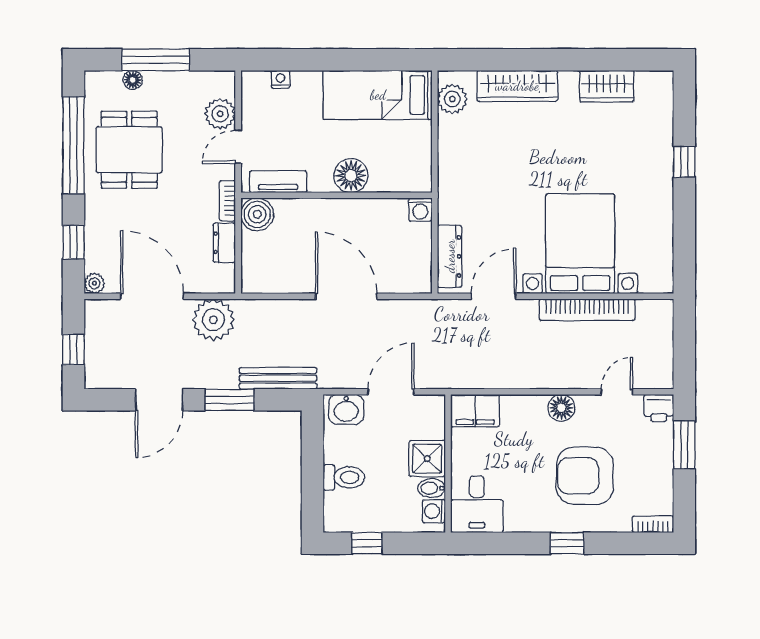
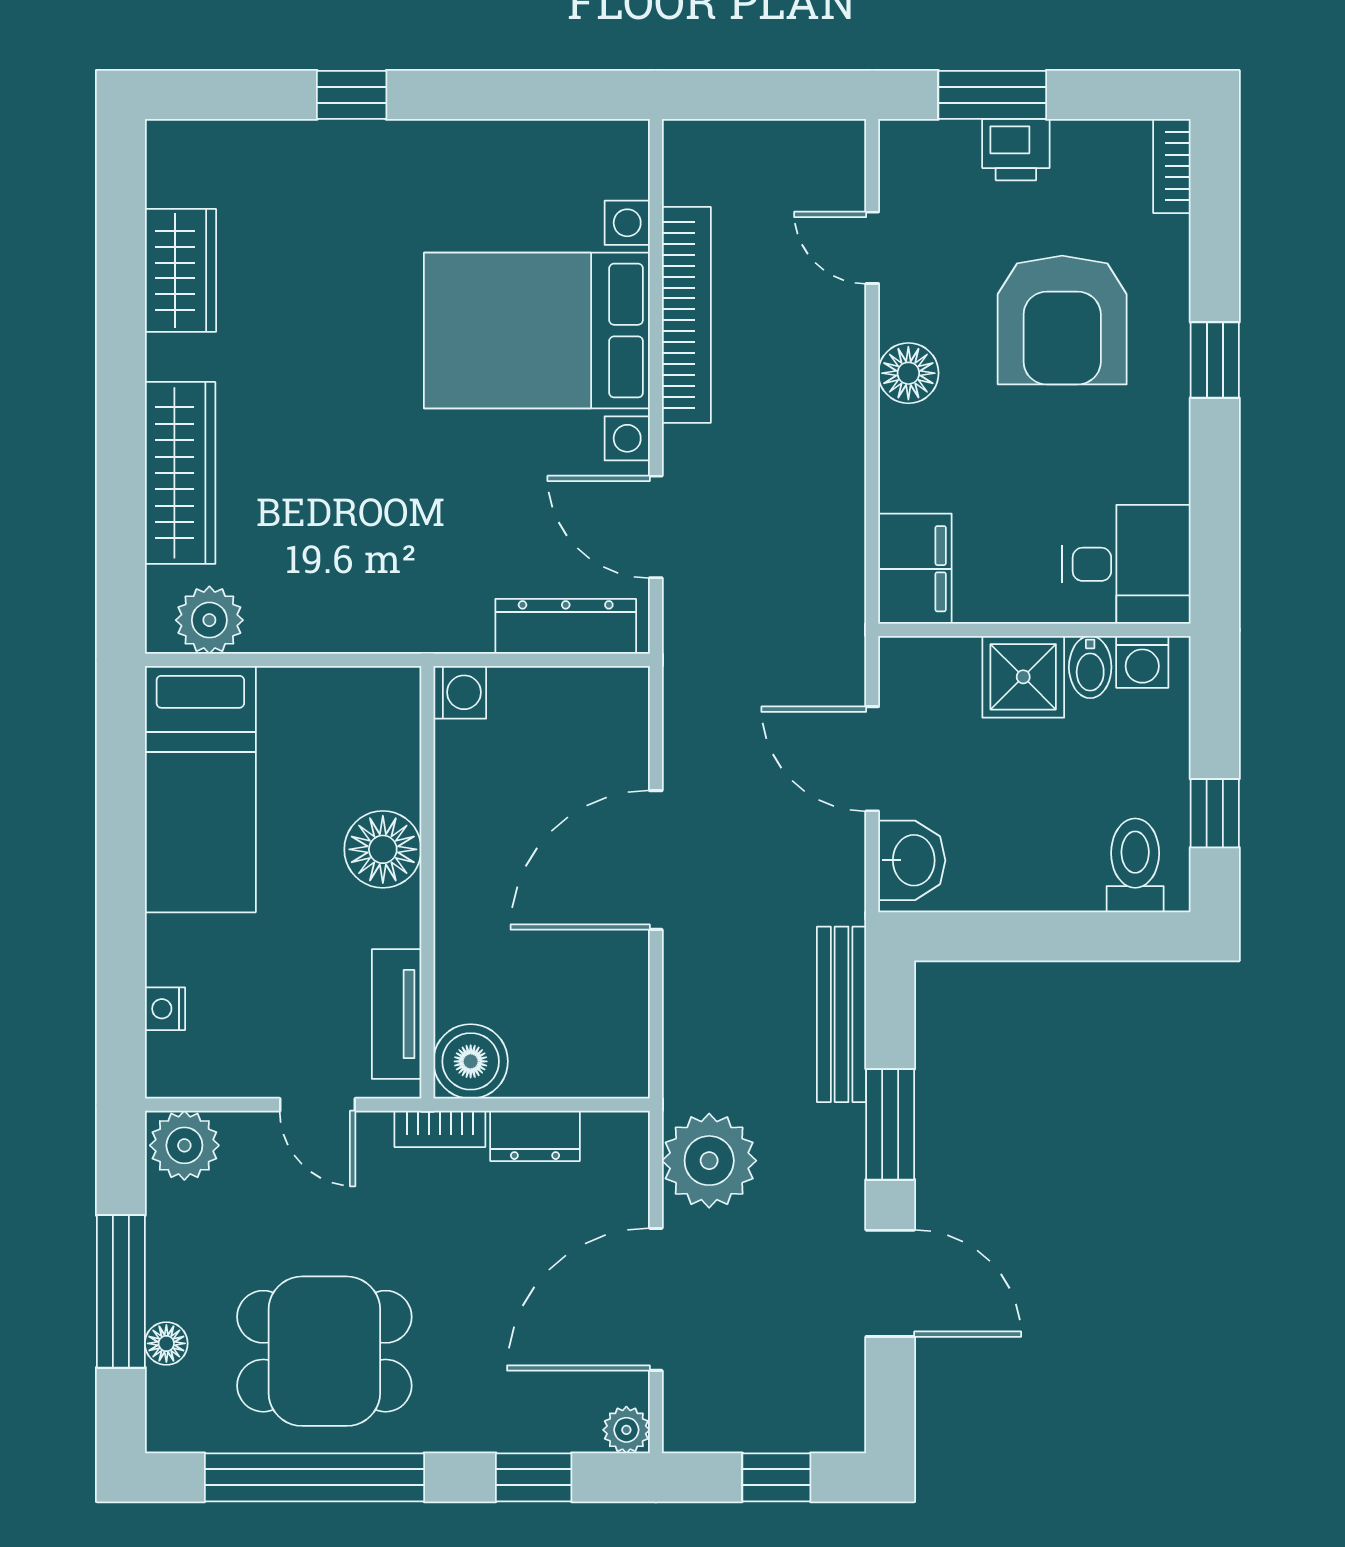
plant: (220, 114) -> (184, 1145), moved
printer: (659, 408) -> (1016, 150), moved, turned 90
toilet: (344, 477) -> (1135, 865), moved

